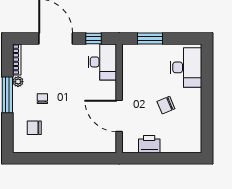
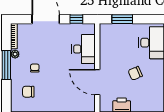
desk: (102, 62) -> (84, 49), moved

